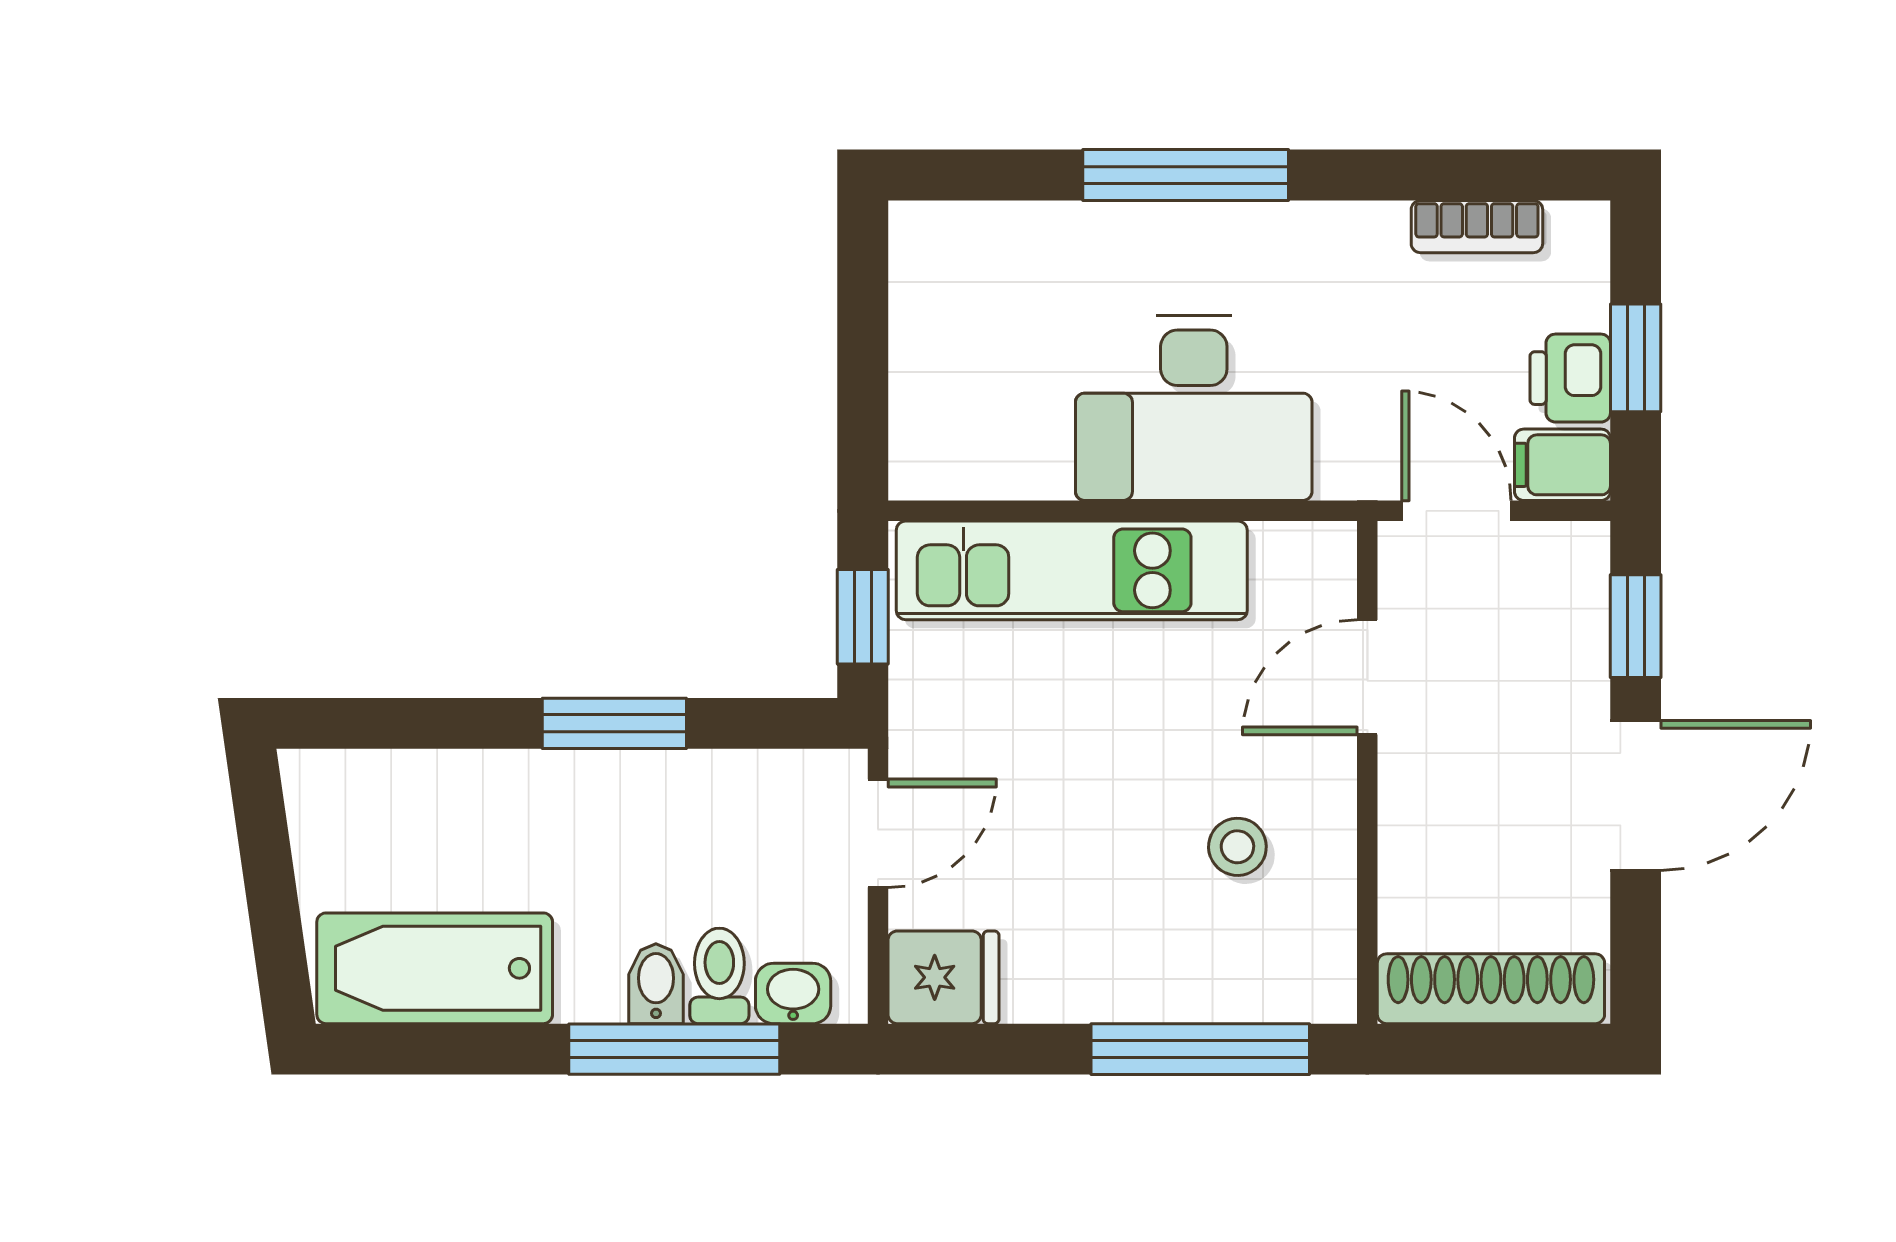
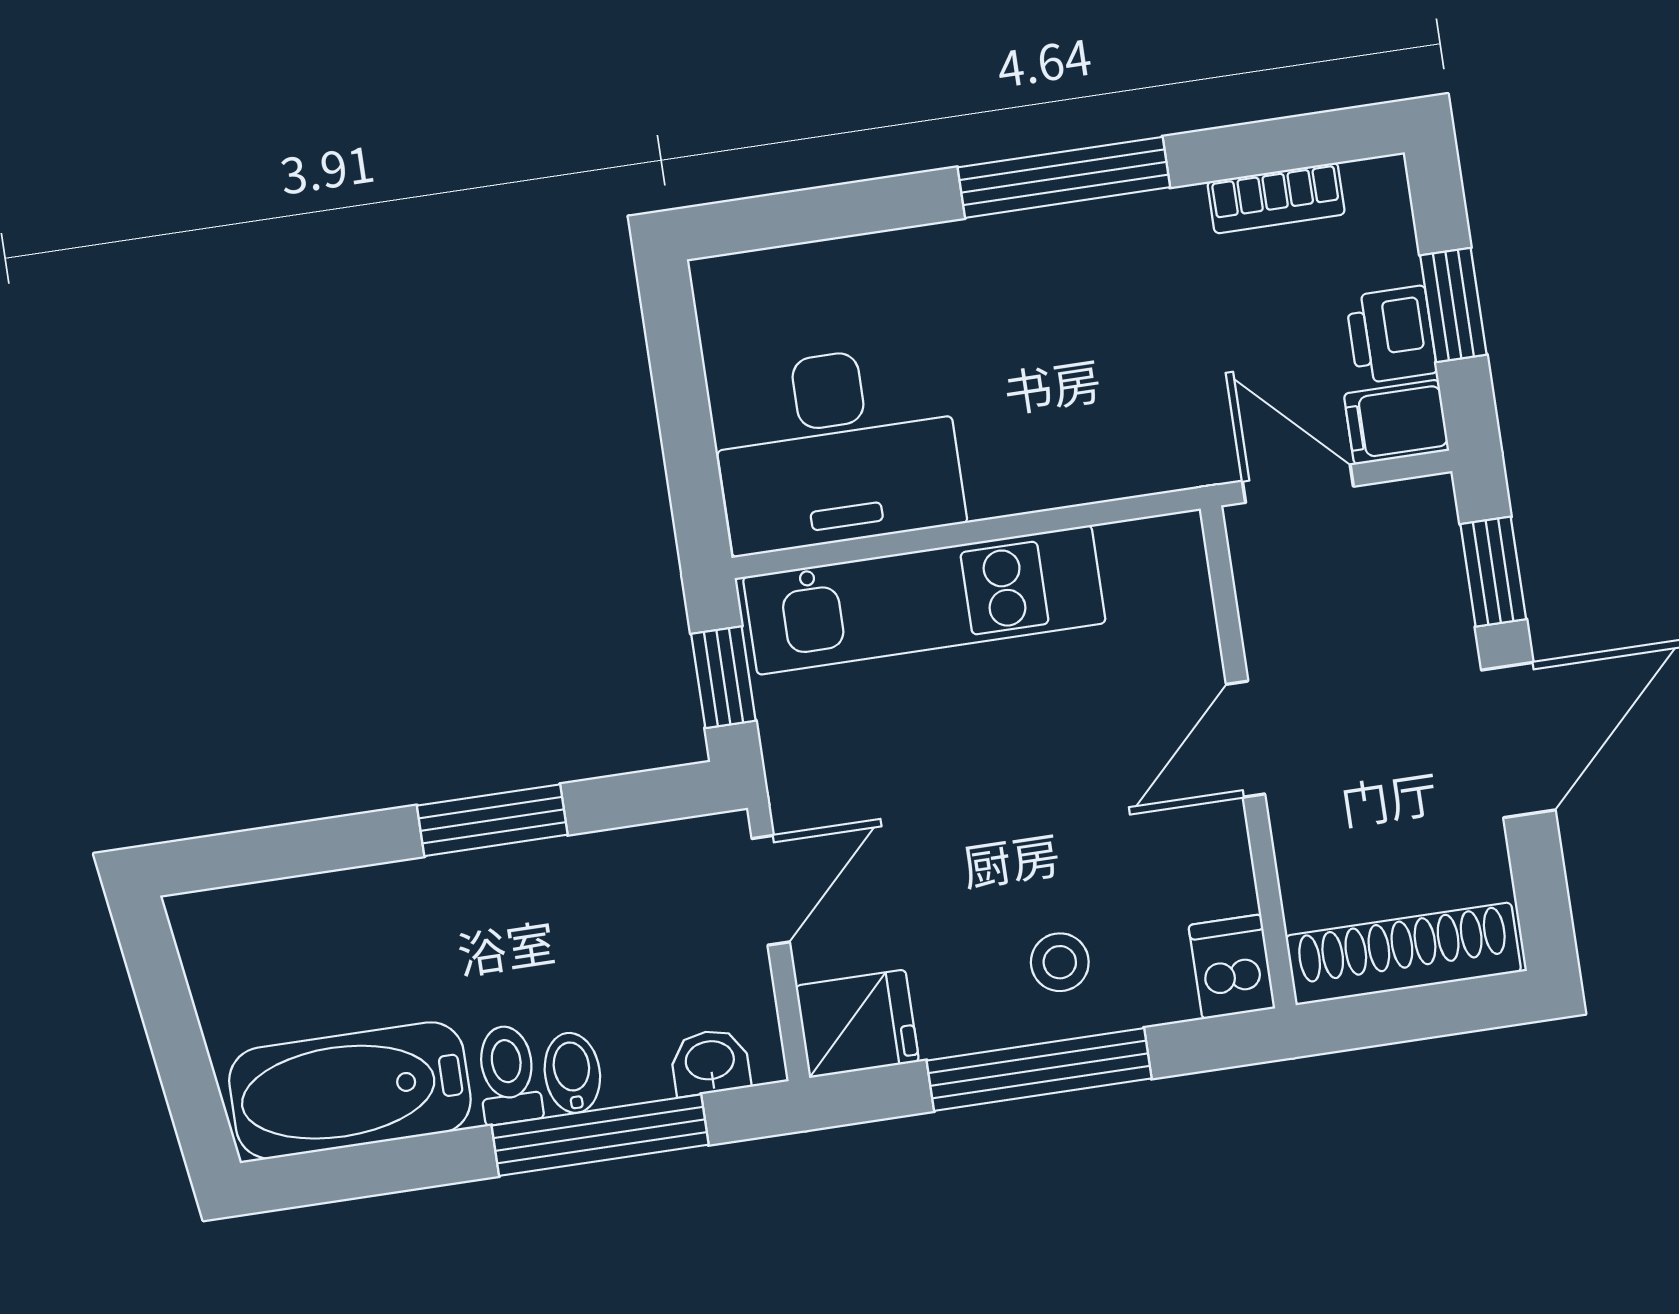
window: (1186, 175) -> (1064, 177), moved
desk: (1194, 408) -> (837, 448), moved
door: (1367, 677) -> (1246, 739), moved
stool: (1237, 847) -> (1060, 962), moved
toilet: (719, 976) -> (508, 1074), moved
dishwasher: (1320, 976) -> (1232, 967), added
window: (1200, 1049) -> (1039, 1070), moved

